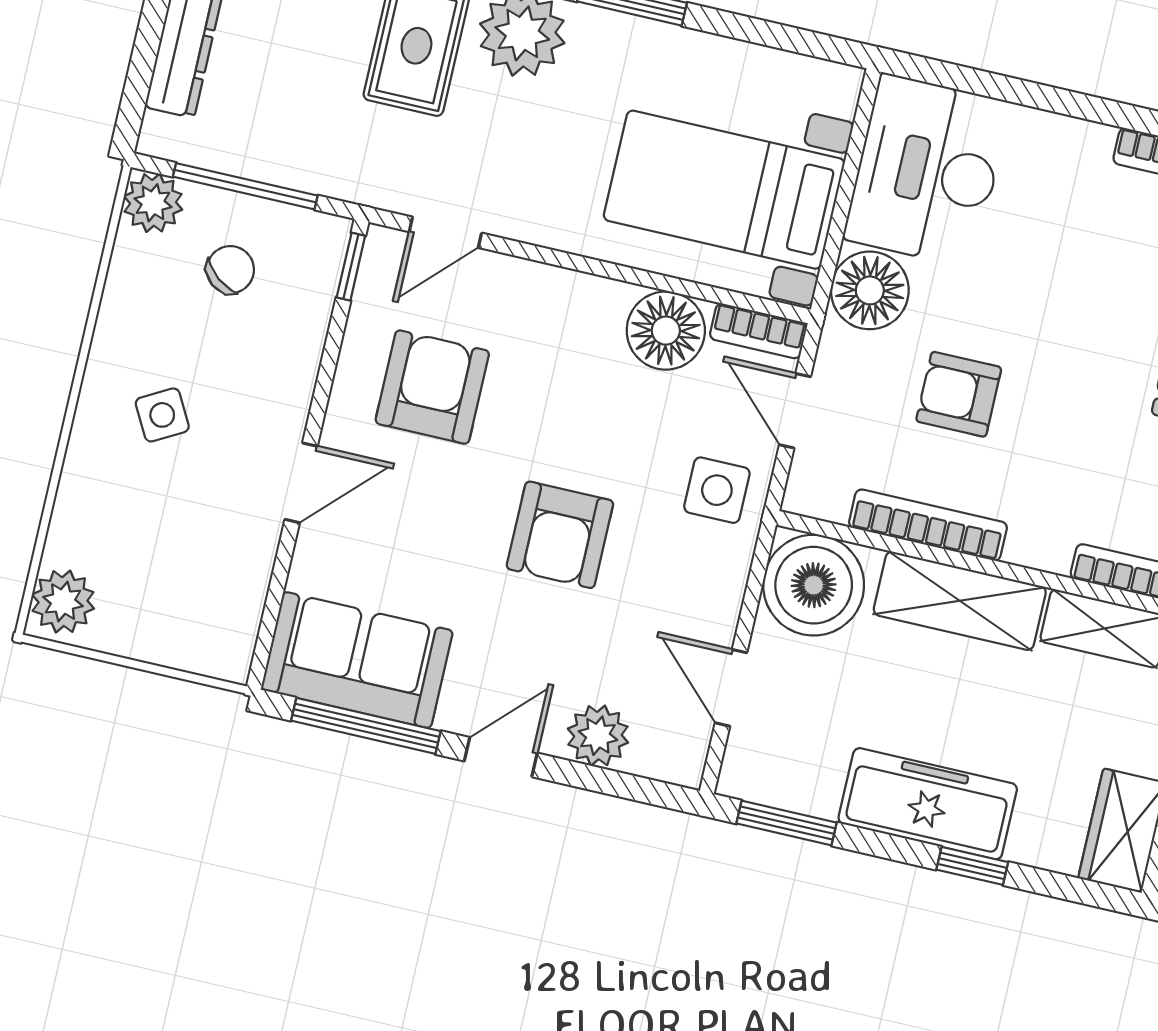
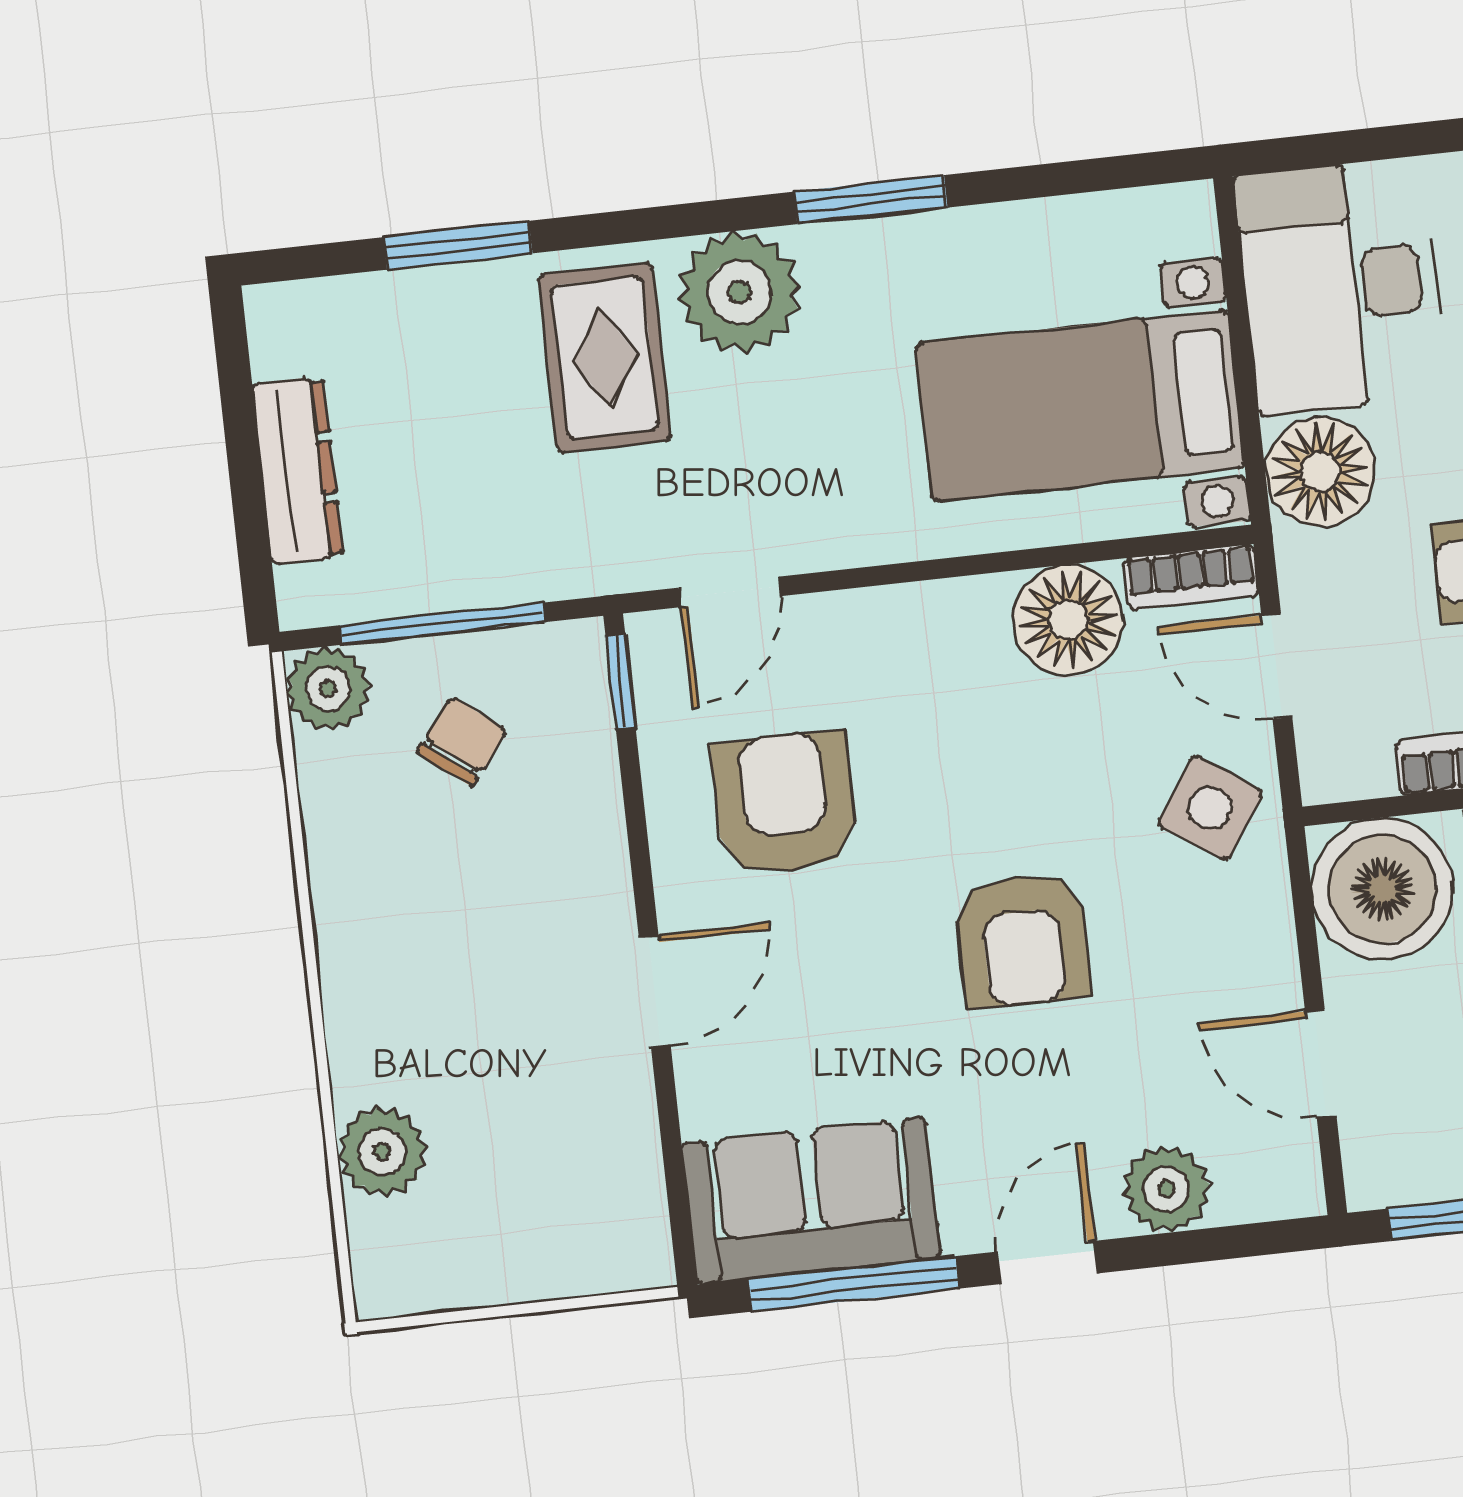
side table: (162, 415) -> (439, 966), removed
side table: (717, 490) -> (1210, 808), turned 34
plant: (63, 602) -> (382, 1152), moved

